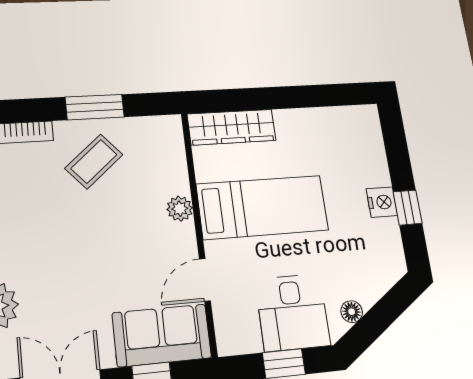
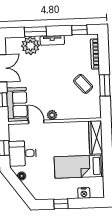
nightstand: (382, 202) -> (84, 193), moved
bed: (262, 207) -> (79, 167), moved, turned 90
plant: (180, 209) -> (52, 115), moved

